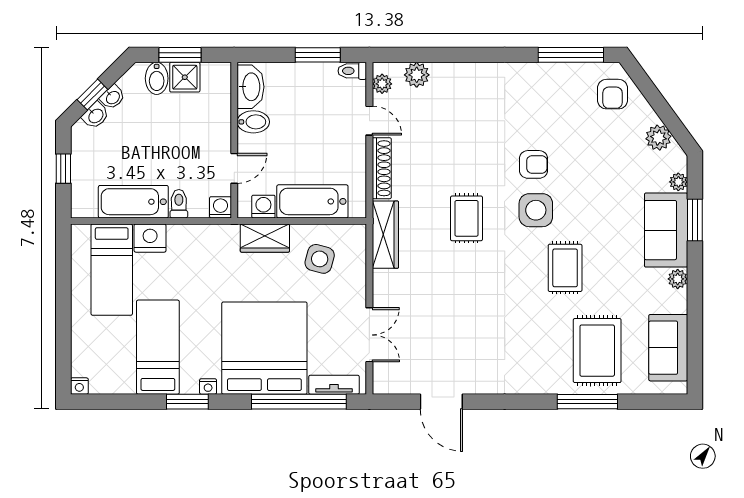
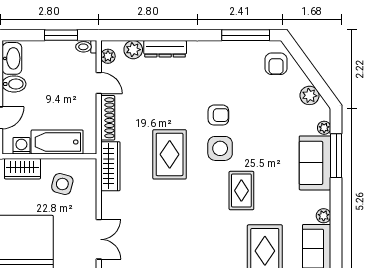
dresser: (460, 74) -> (165, 49), added
rug: (466, 218) -> (170, 154), width x1.36, depth x1.43
window: (695, 220) -> (336, 156), width x1.44
plant: (678, 279) -> (324, 216), moved

